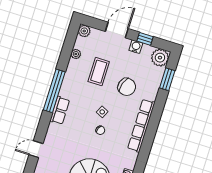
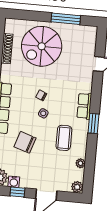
water cooler: (136, 47) -> (14, 182), moved
coffee table: (99, 72) -> (64, 138), moved
window: (54, 91) -> (93, 123), width x0.47

